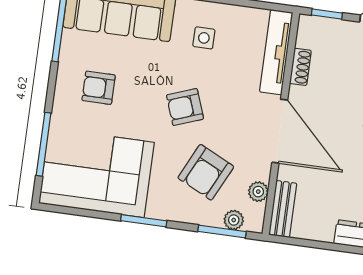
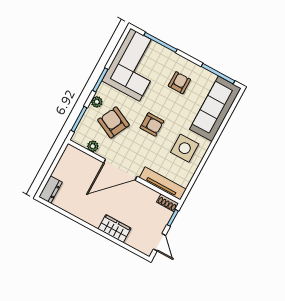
side table: (204, 38) -> (185, 148), width x1.87, depth x1.87
shoe rack: (300, 67) -> (168, 203), moved
armchair: (185, 107) -> (152, 124), turned 110
bench: (283, 209) -> (79, 156), removed
plant: (234, 220) -> (97, 102), moved

